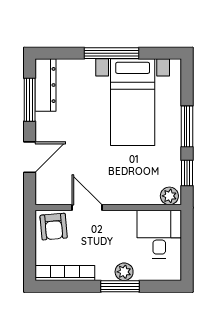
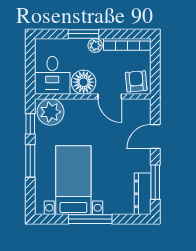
plant: (169, 196) -> (51, 112), width x1.87, depth x1.87
floor lamp: (120, 226) -> (84, 82), added
plant: (124, 272) -> (95, 45), moved

